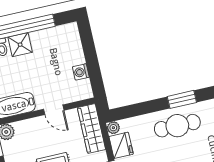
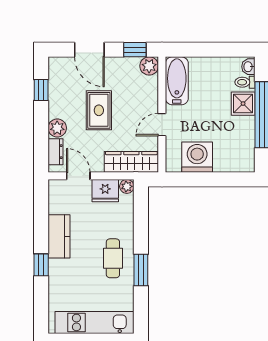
washing machine: (81, 72) -> (197, 157), width x1.89, depth x1.89
cafe table: (177, 126) -> (113, 258), width x0.73, depth x0.74

